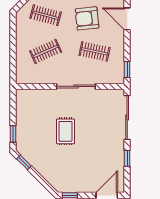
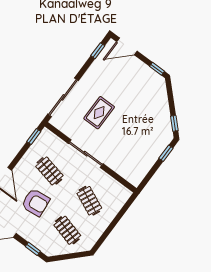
clothes rail: (46, 51) -> (89, 201), turned 48
rug: (65, 131) -> (99, 113), moved
window: (127, 158) -> (98, 51), moved

